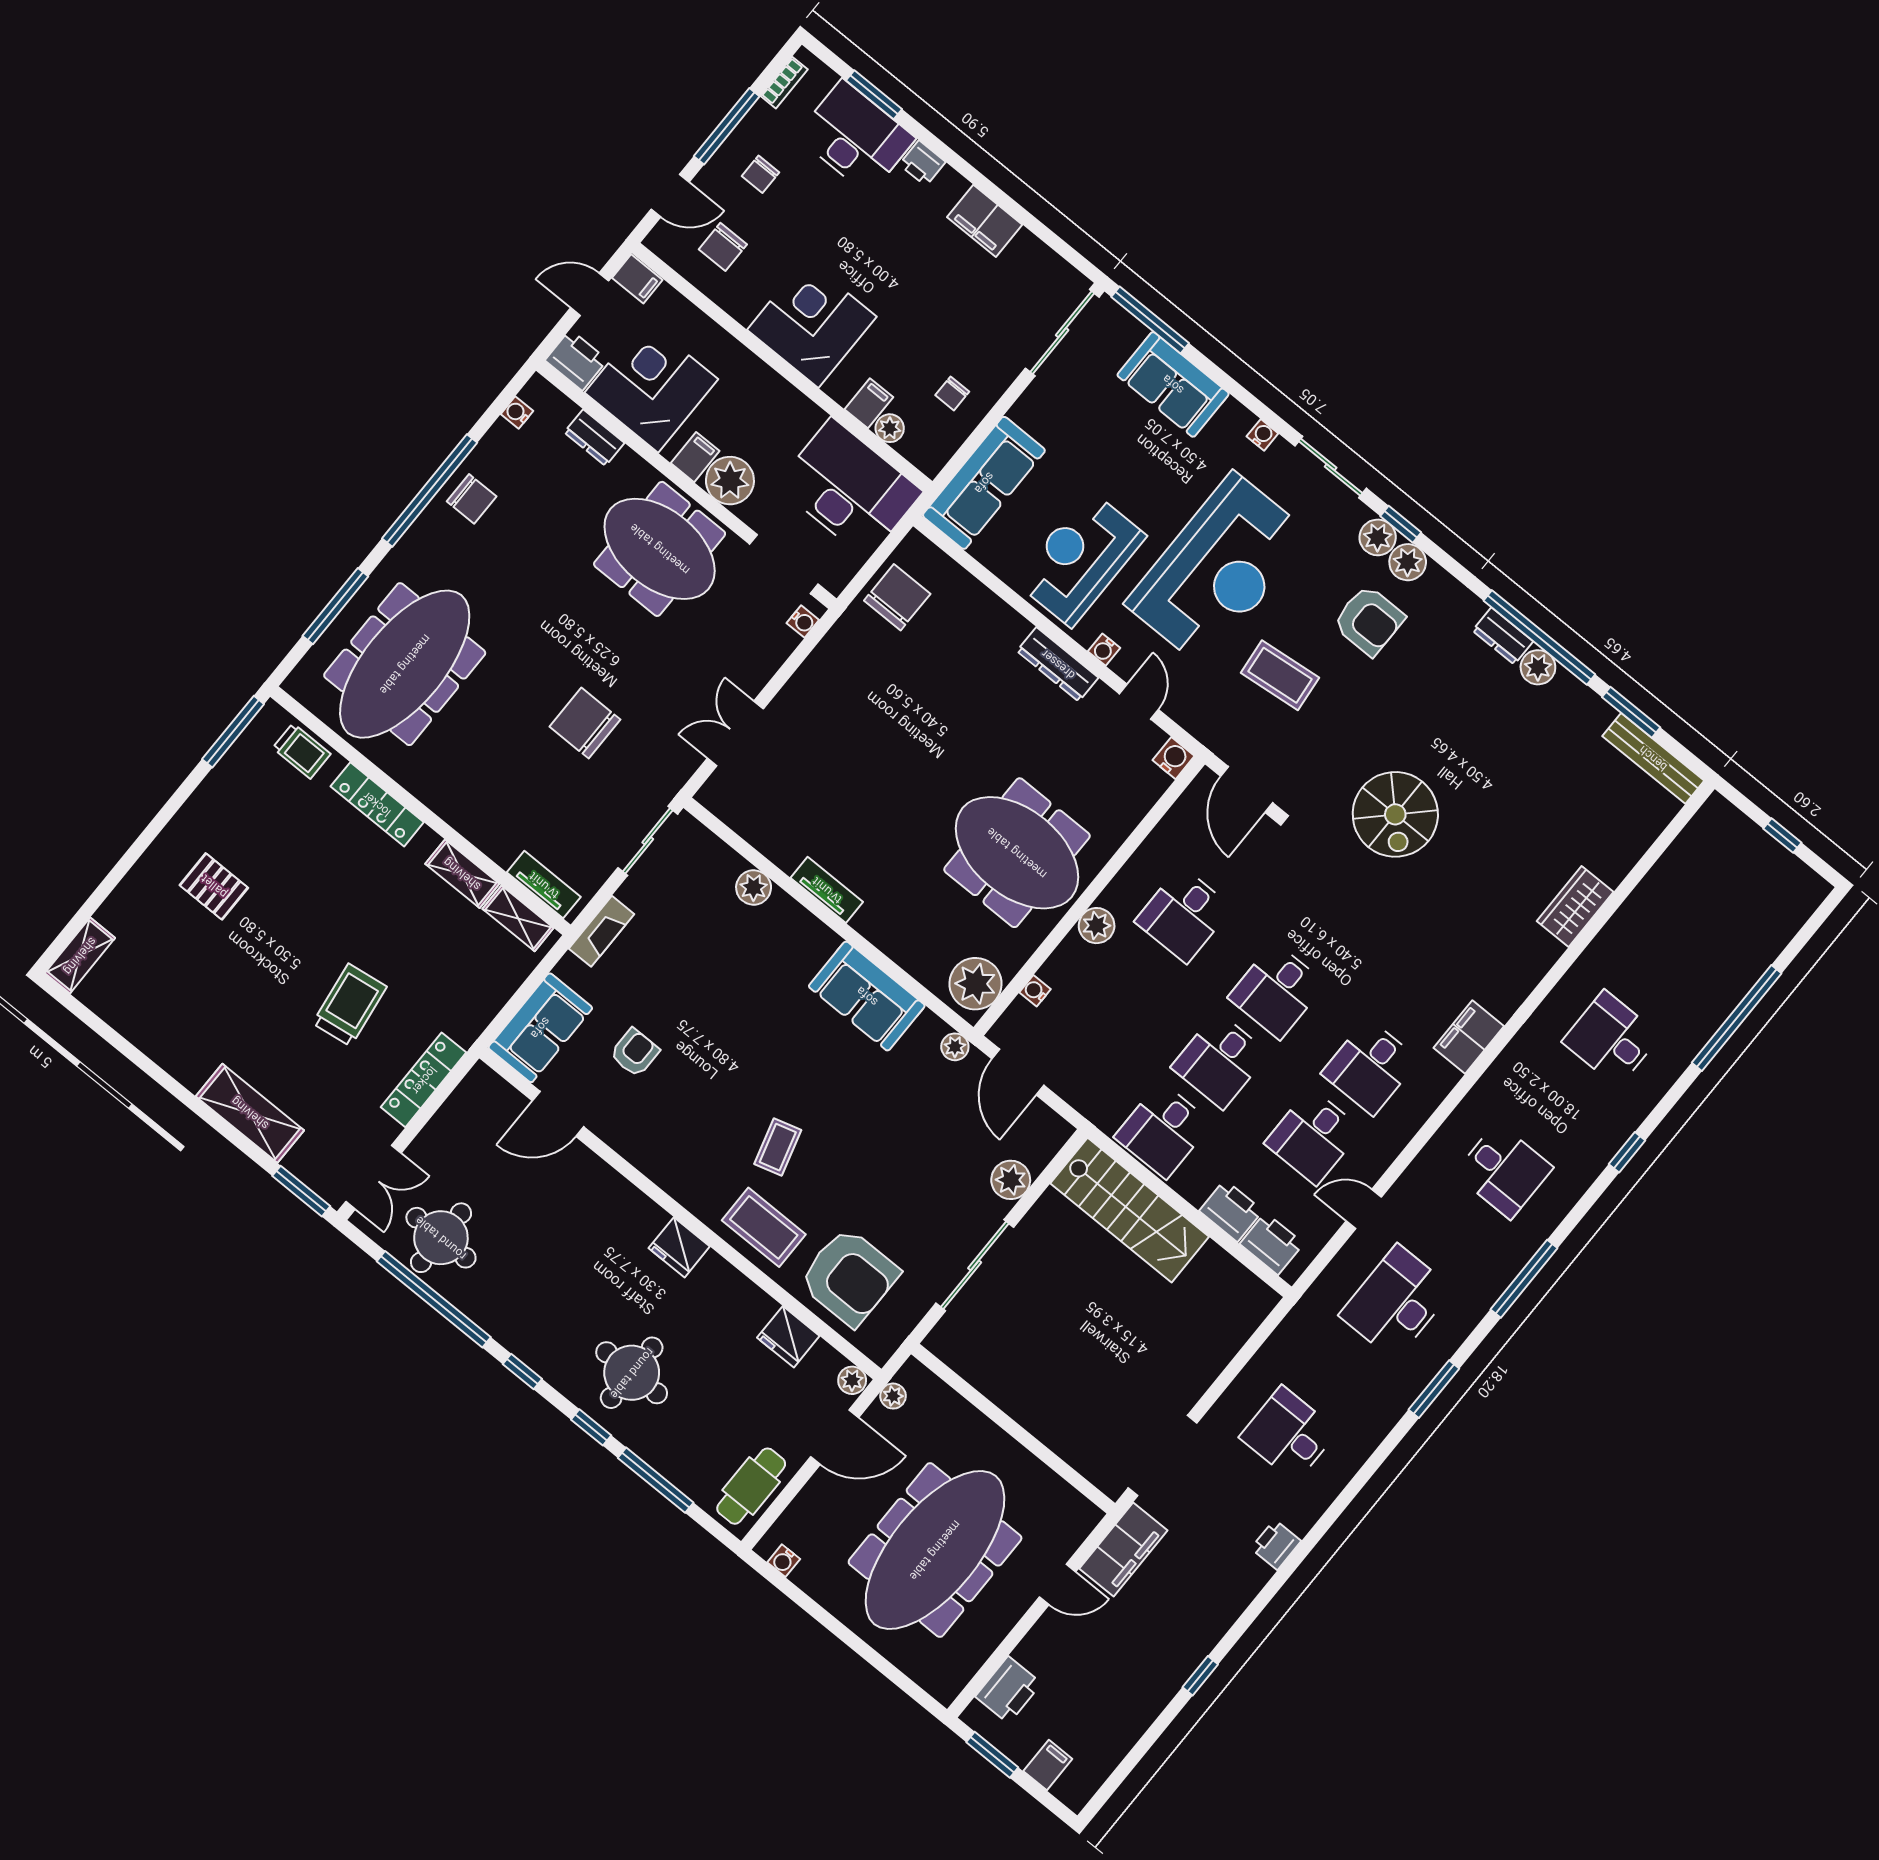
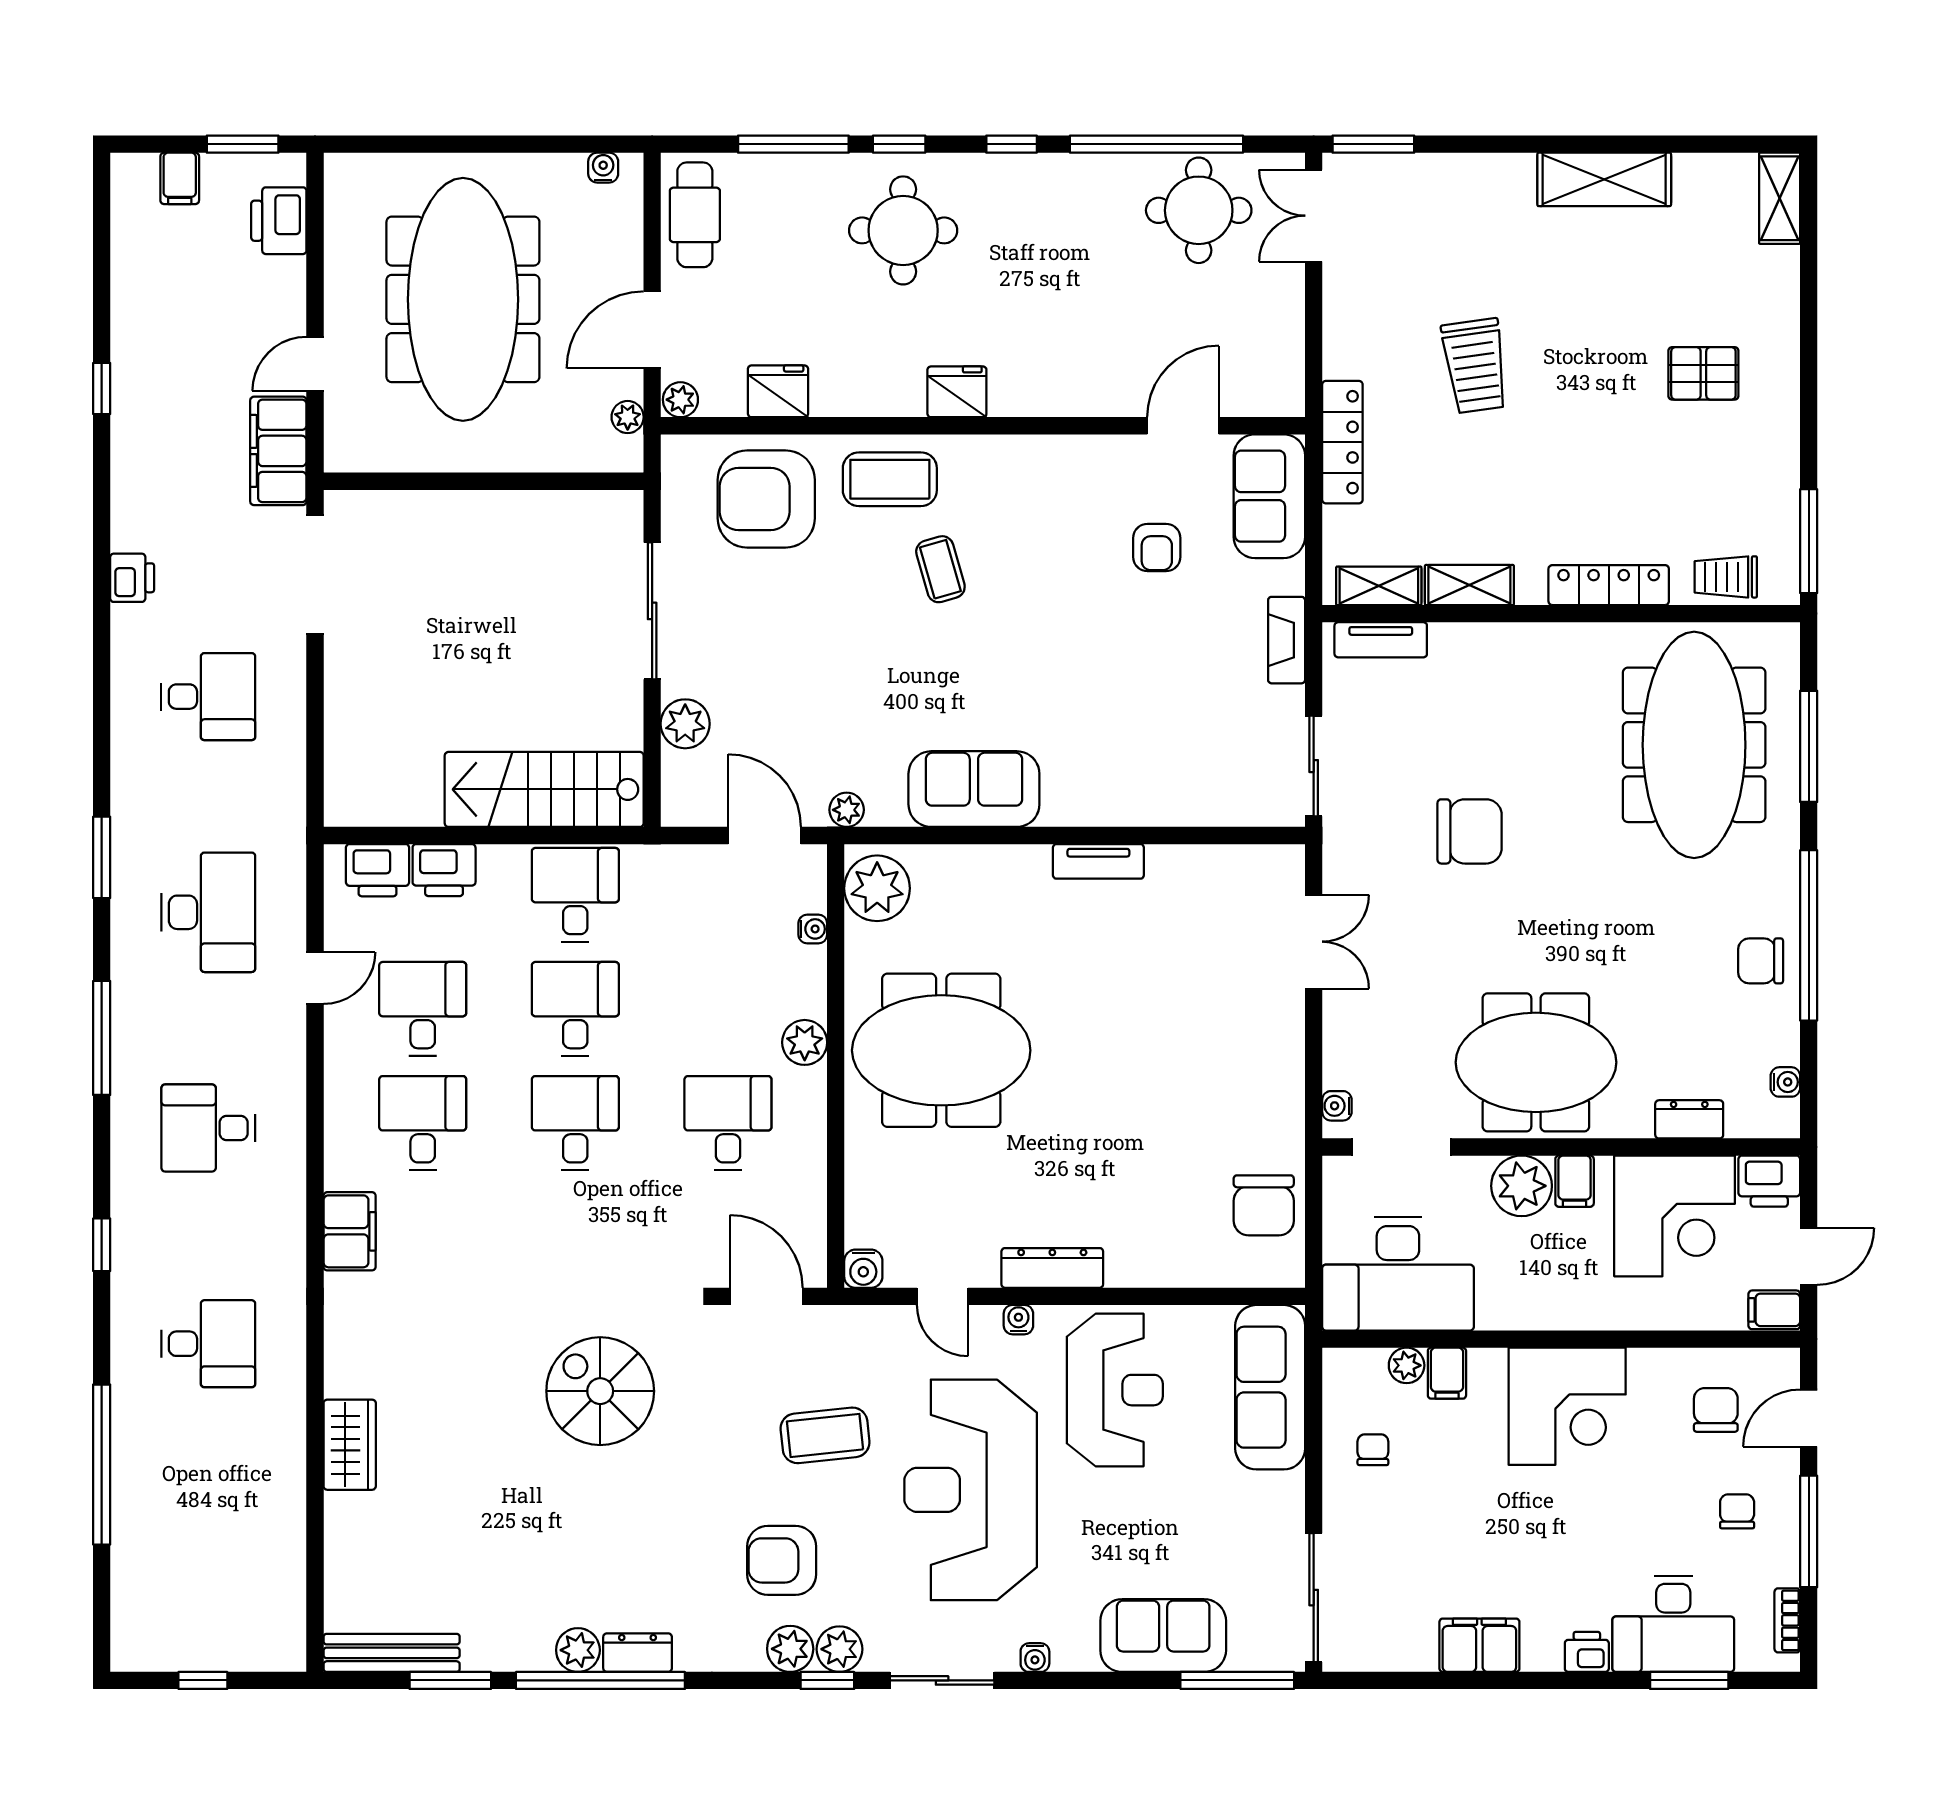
plant: (754, 887) -> (1172, 805), removed
locker: (424, 1080) -> (1342, 442), moved
shelving: (250, 1113) -> (1604, 179), moved

